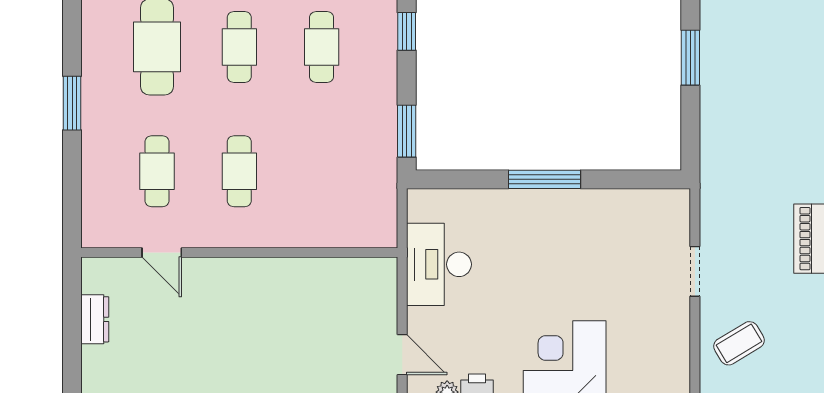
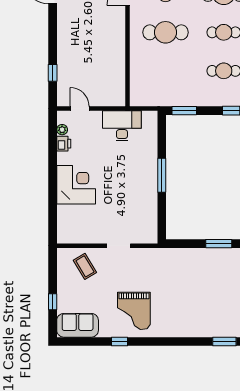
cafe table: (239, 171) -> (166, 32), width x1.37, depth x1.35
door: (402, 355) -> (80, 109), swing flipped

